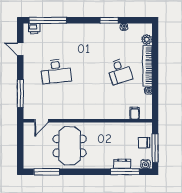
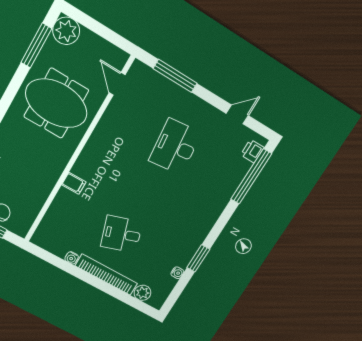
filing cabinet: (135, 113) -> (74, 183), moved
plant: (31, 161) -> (66, 31), added

